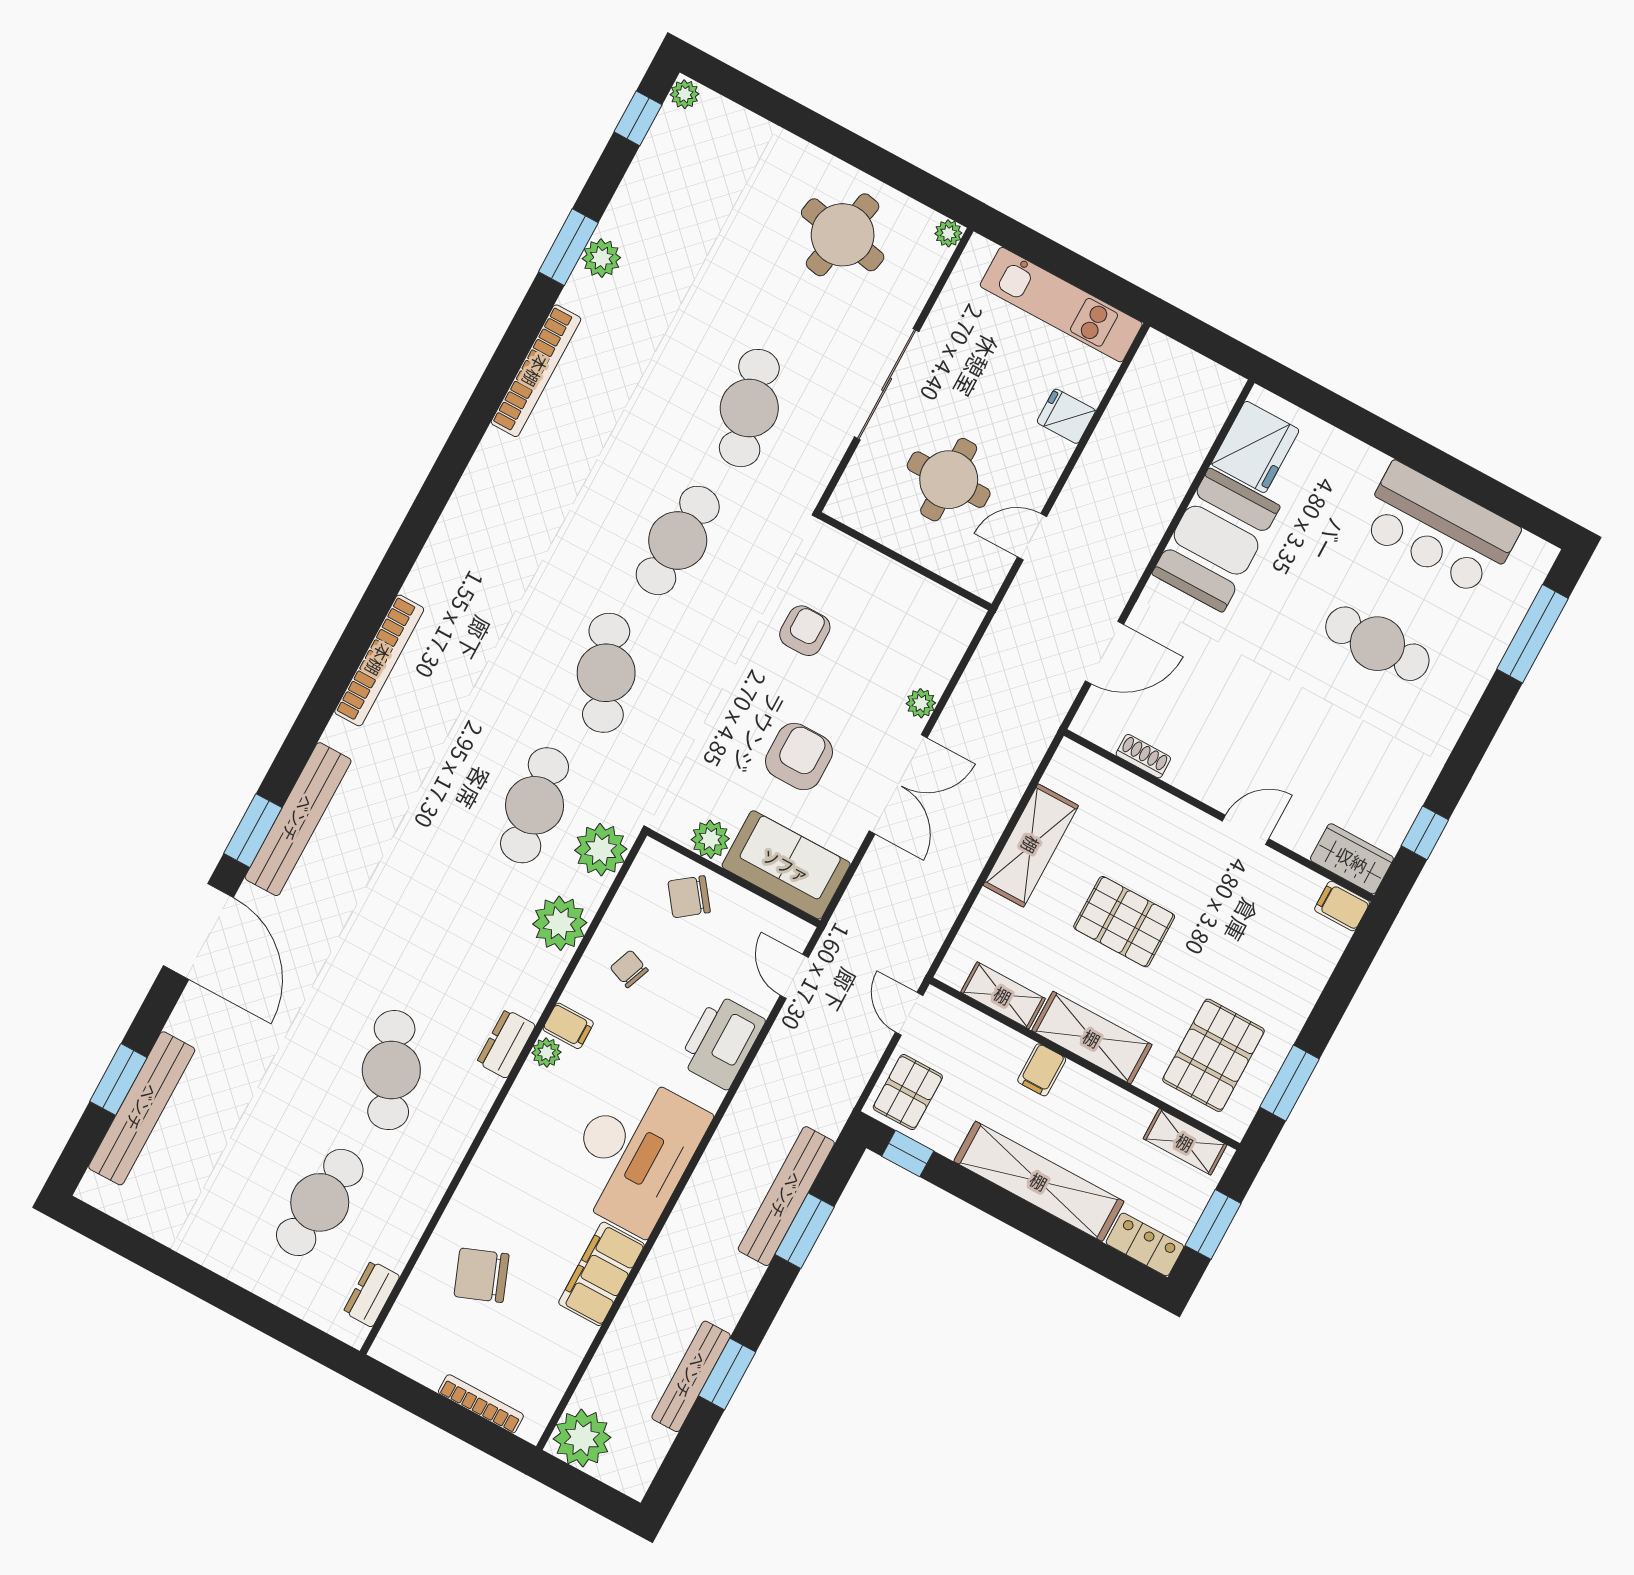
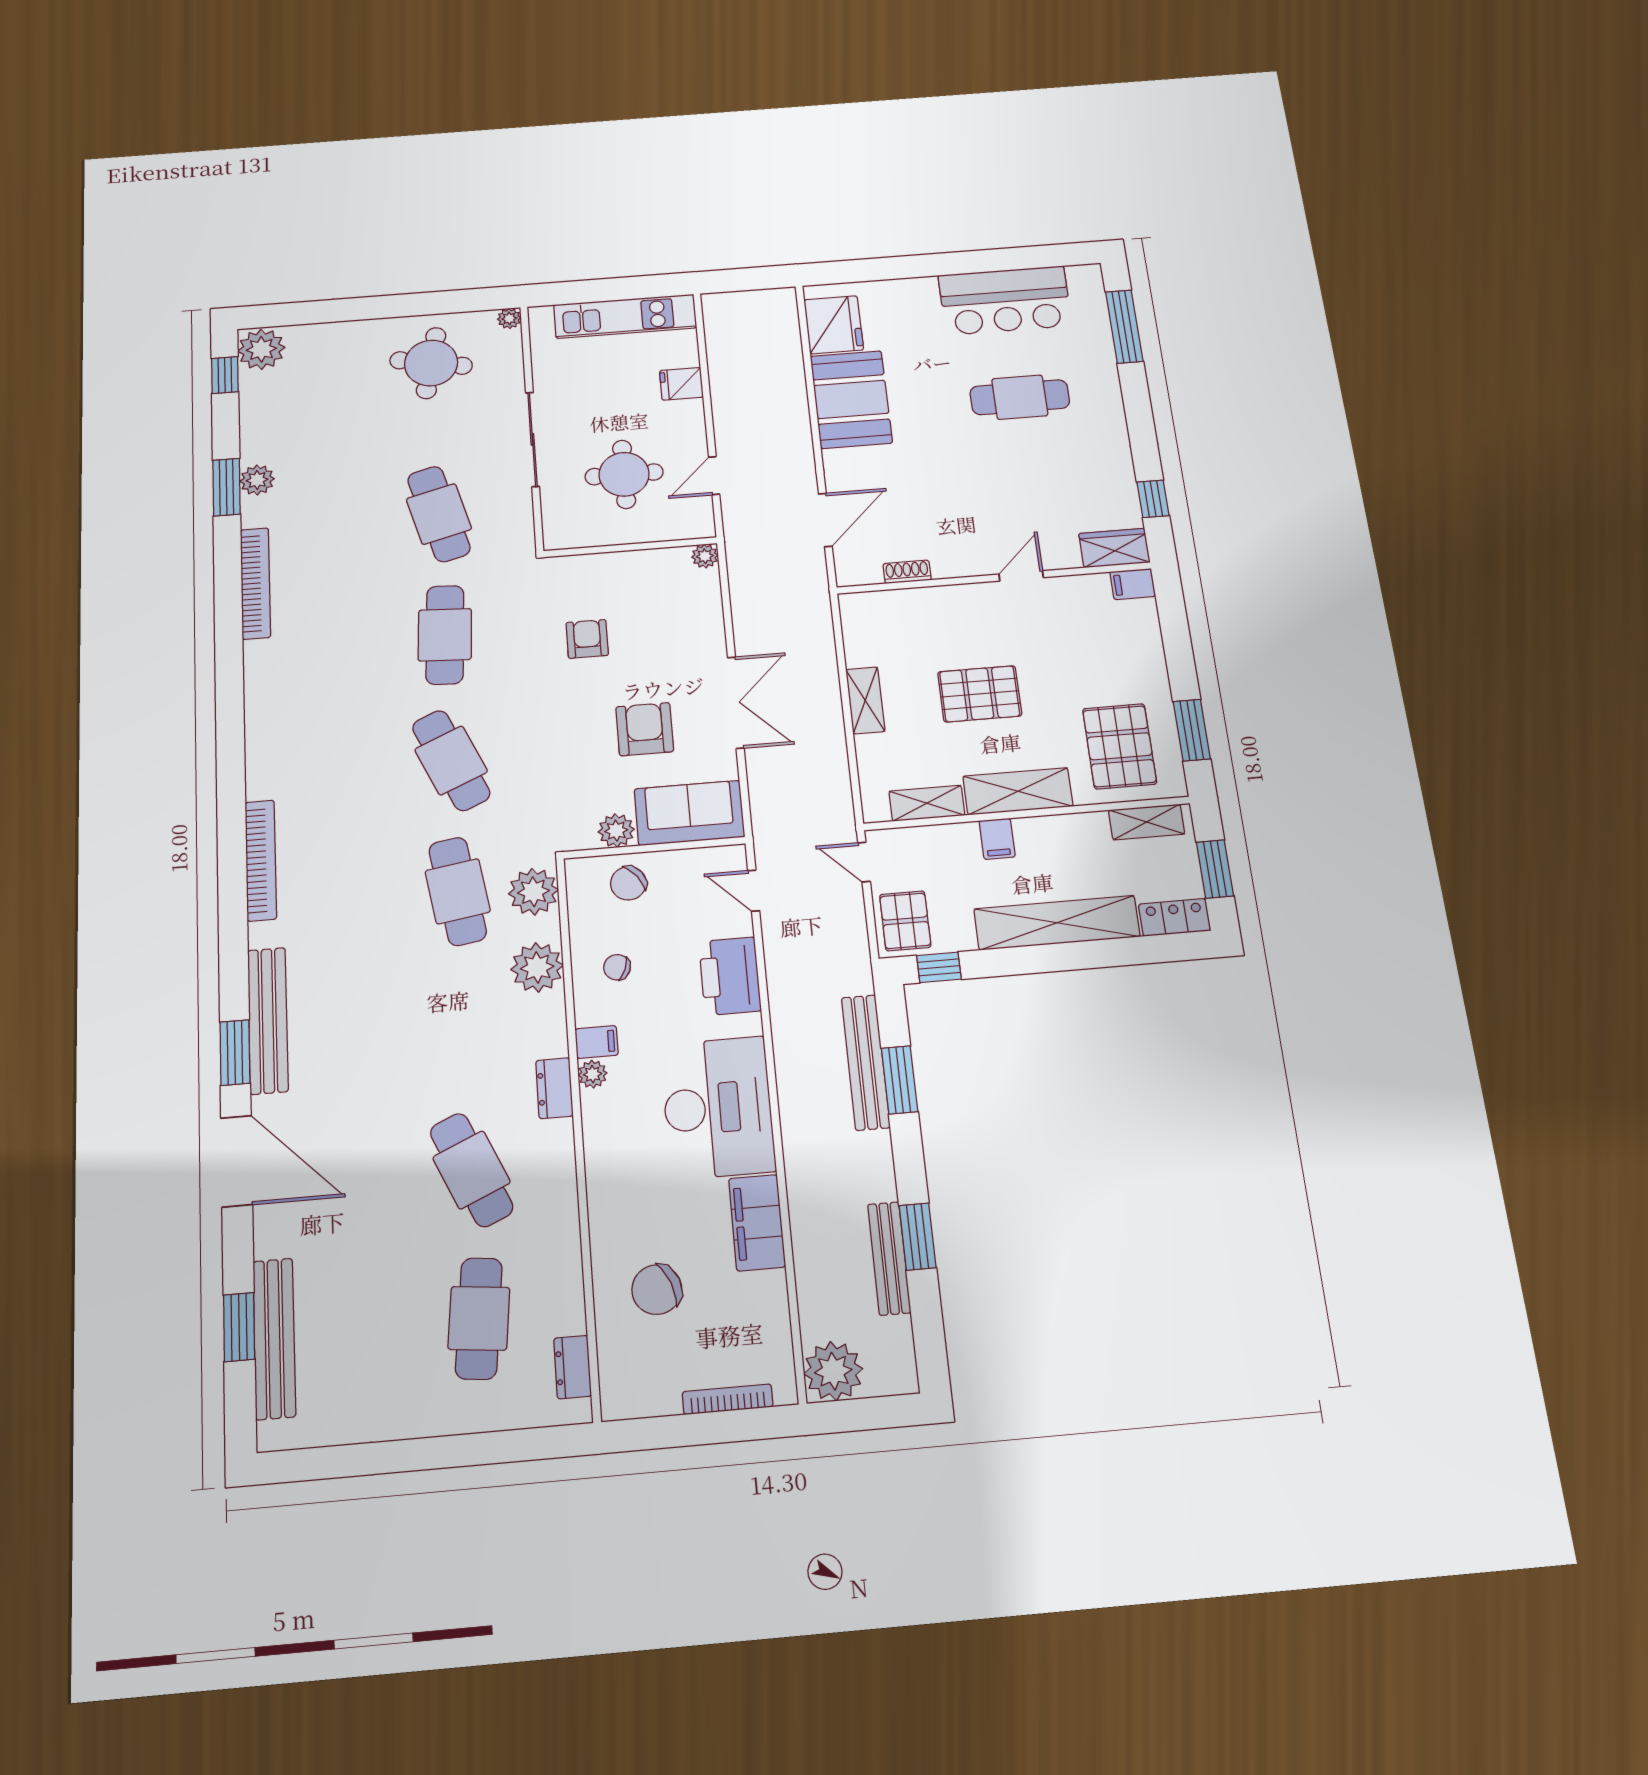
plant: (684, 94) -> (261, 349), width x1.88, depth x1.88
plant: (921, 703) -> (705, 556), moved
shelving: (1031, 845) -> (865, 700), width x0.67, depth x0.75

